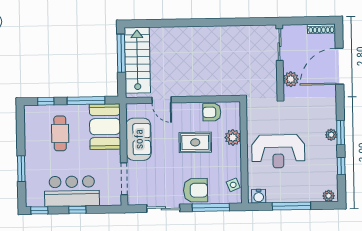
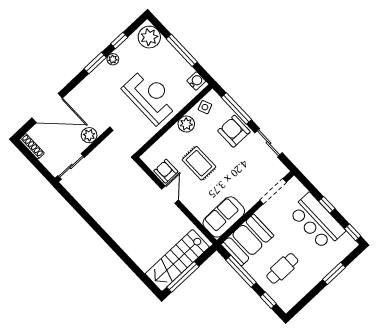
door: (162, 100) -> (170, 195), moved
armchair: (212, 112) -> (166, 171), turned 180
plant: (331, 135) -> (113, 59), moved
plant: (233, 137) -> (186, 124), moved
sofa: (139, 139) -> (224, 217), moved
plant: (329, 196) -> (149, 37), width x1.88, depth x1.88

